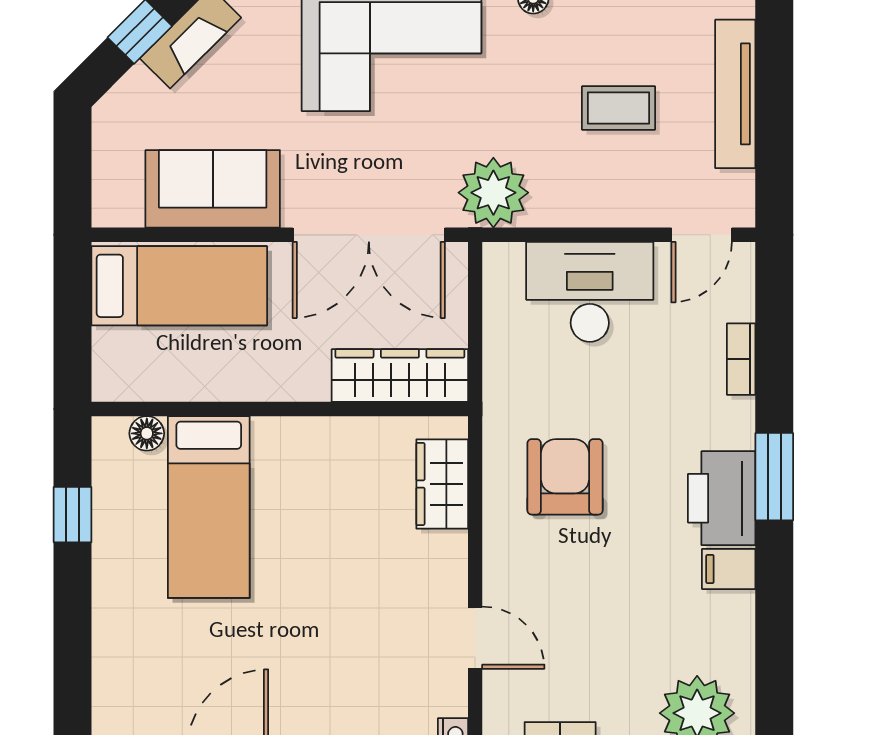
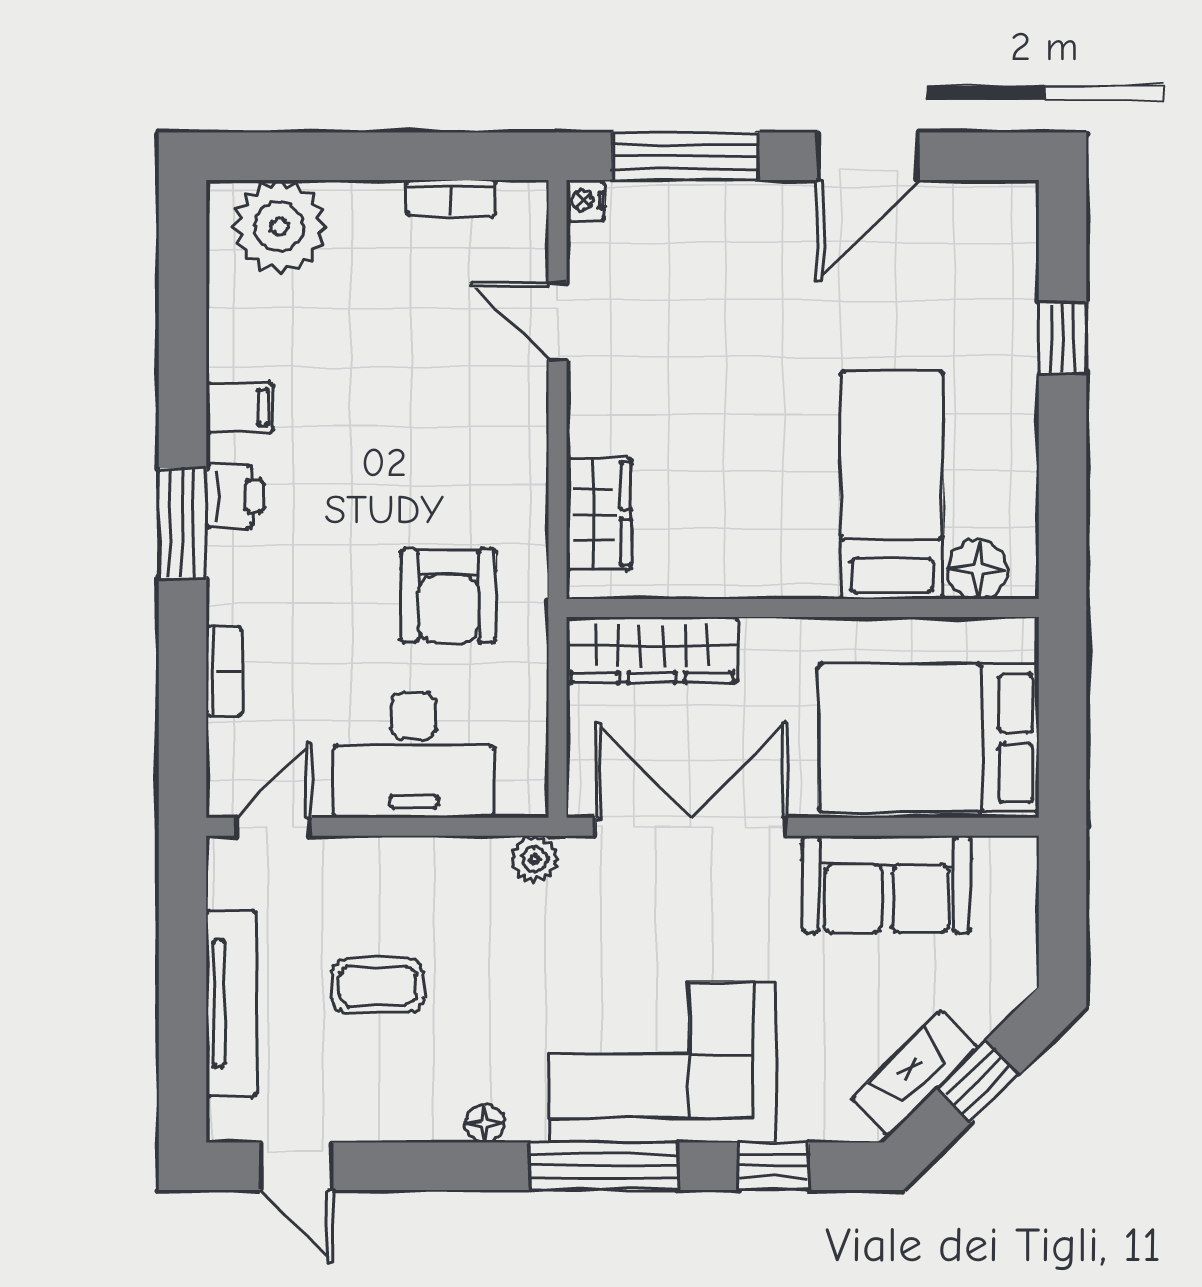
plant: (493, 193) -> (535, 859), width x0.53, depth x0.53
bed: (179, 286) -> (929, 738), width x1.50
floor lamp: (147, 433) -> (977, 569), width x1.37, depth x1.37
armchair: (565, 477) -> (449, 596), moved
printer: (722, 498) -> (235, 496), width x0.53, depth x0.68
window: (73, 515) -> (1063, 338), moved

